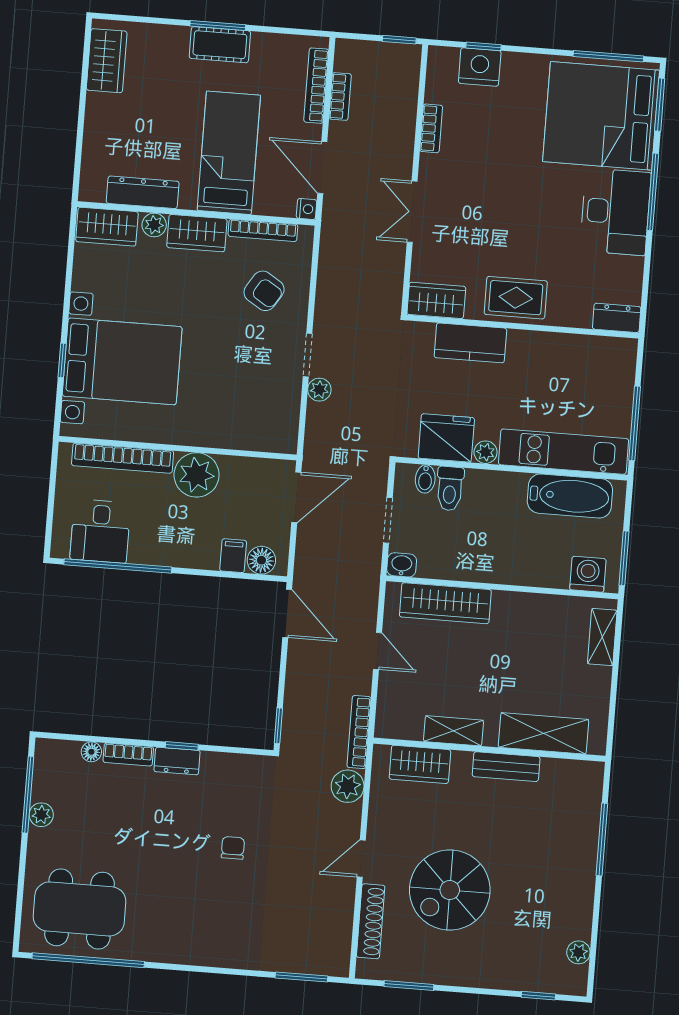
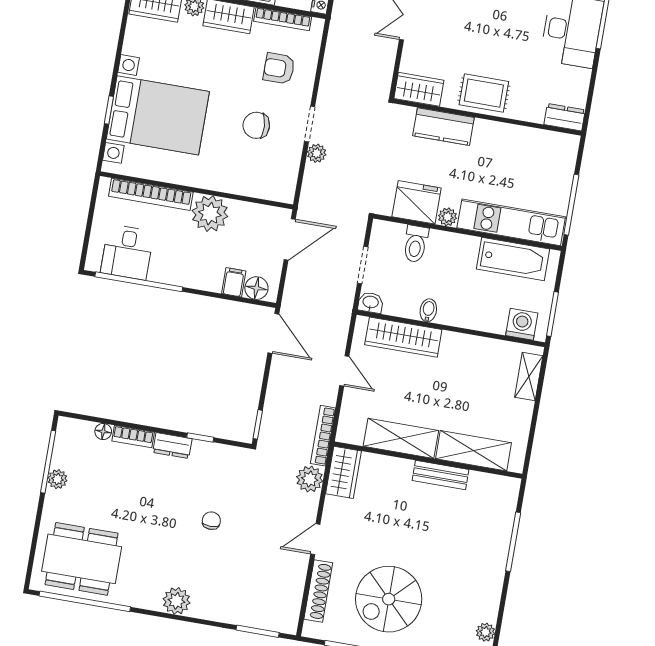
armchair: (264, 291) -> (279, 68), turned 148
chair: (243, 362) -> (256, 125), added
bidet: (425, 479) -> (428, 310), moved, turned 180
shelving: (453, 731) -> (401, 438), width x1.50, depth x1.33
window: (182, 746) -> (200, 438), moved
wardrobe: (420, 764) -> (343, 472), moved, turned -90
spiral stairs: (450, 890) -> (389, 599), moved
plant: (200, 949) -> (177, 601), added

